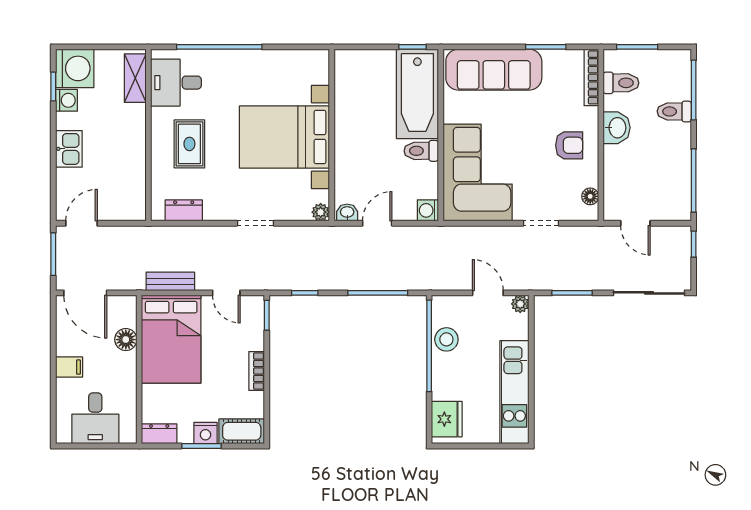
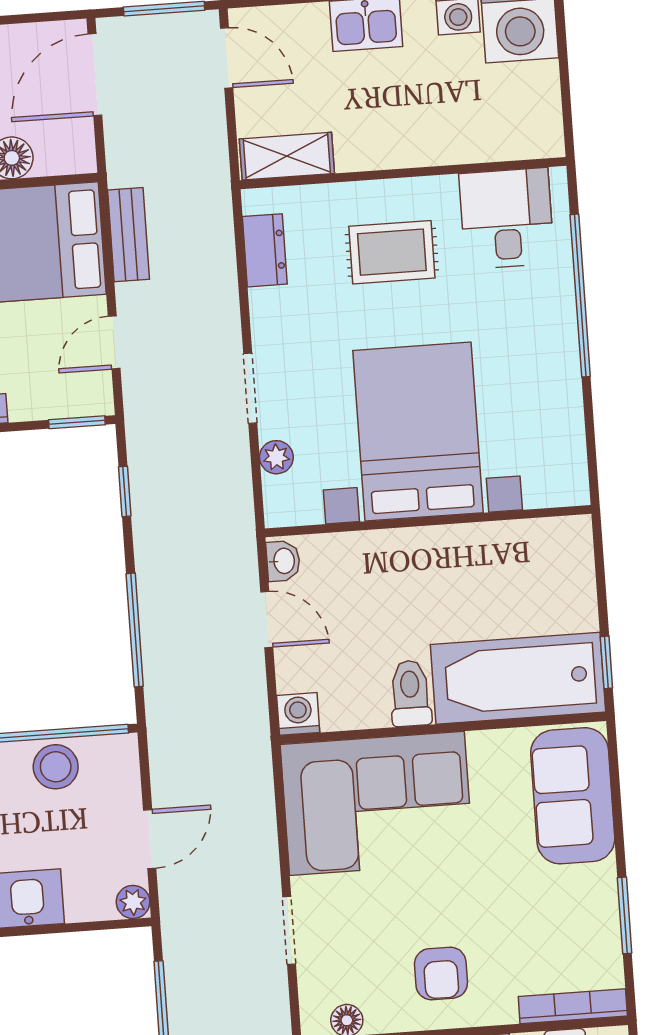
sofa: (494, 70) -> (573, 796), width x0.73
shelving: (135, 78) -> (287, 156), moved
plant: (321, 212) -> (276, 457), moved

